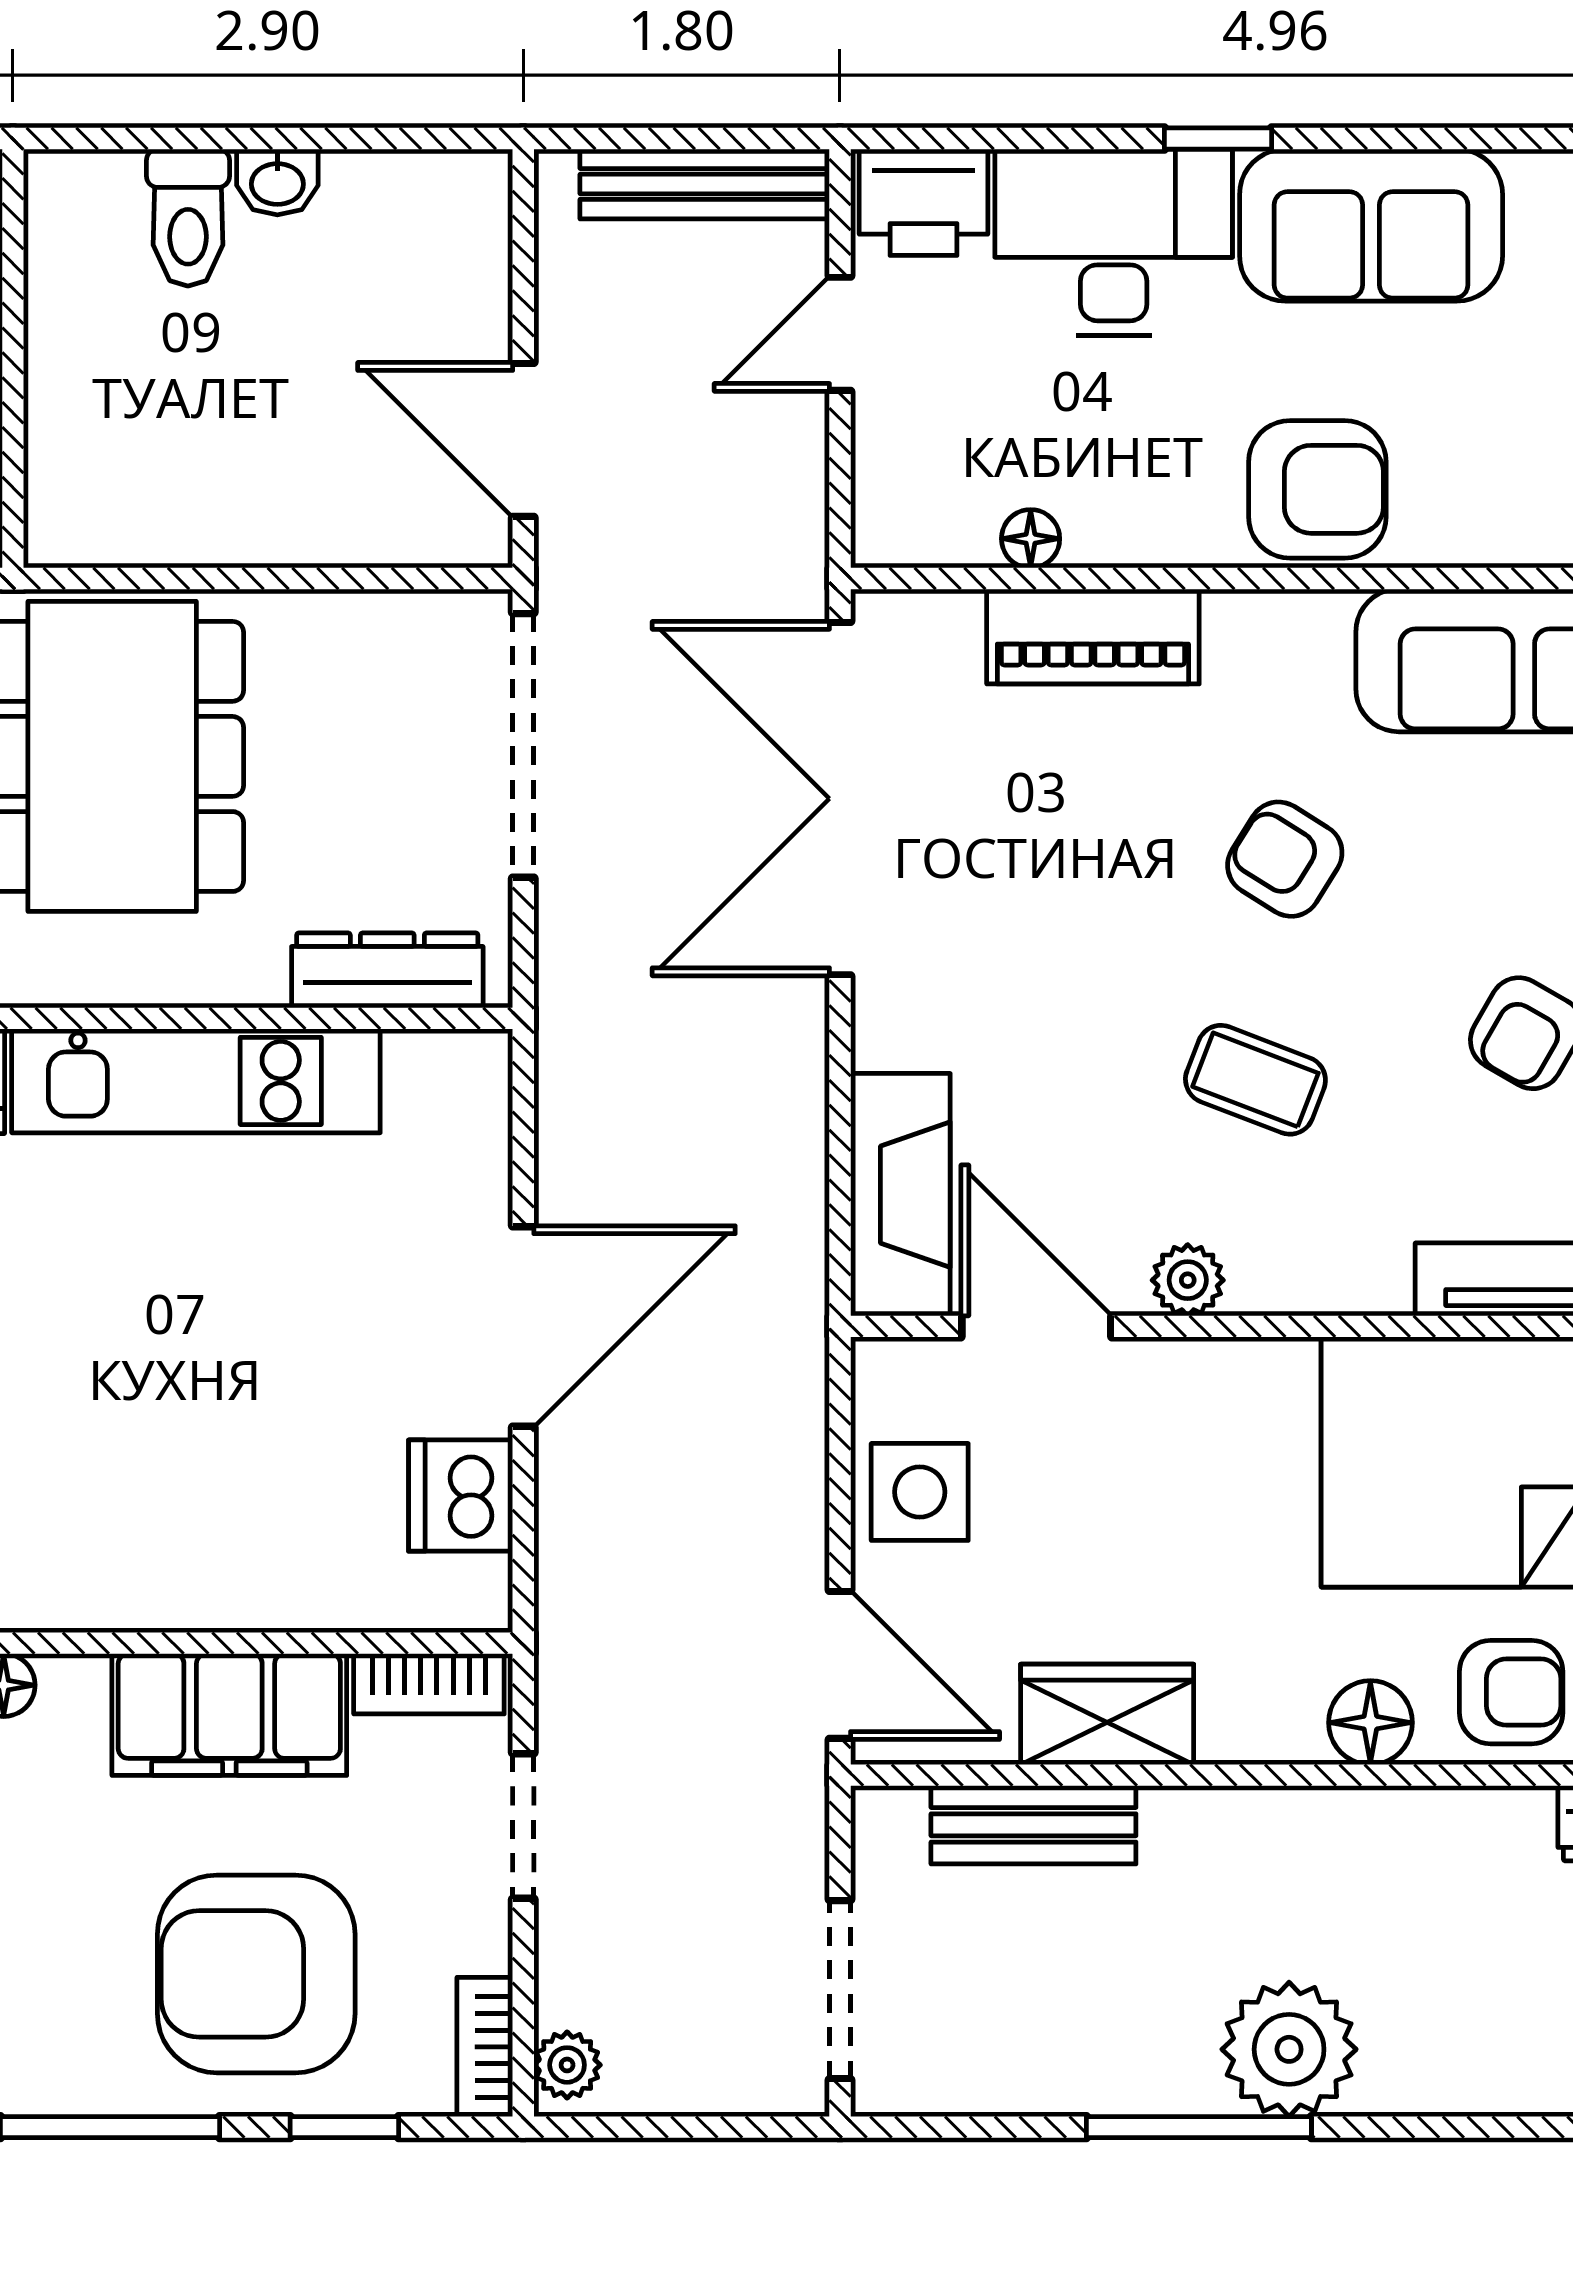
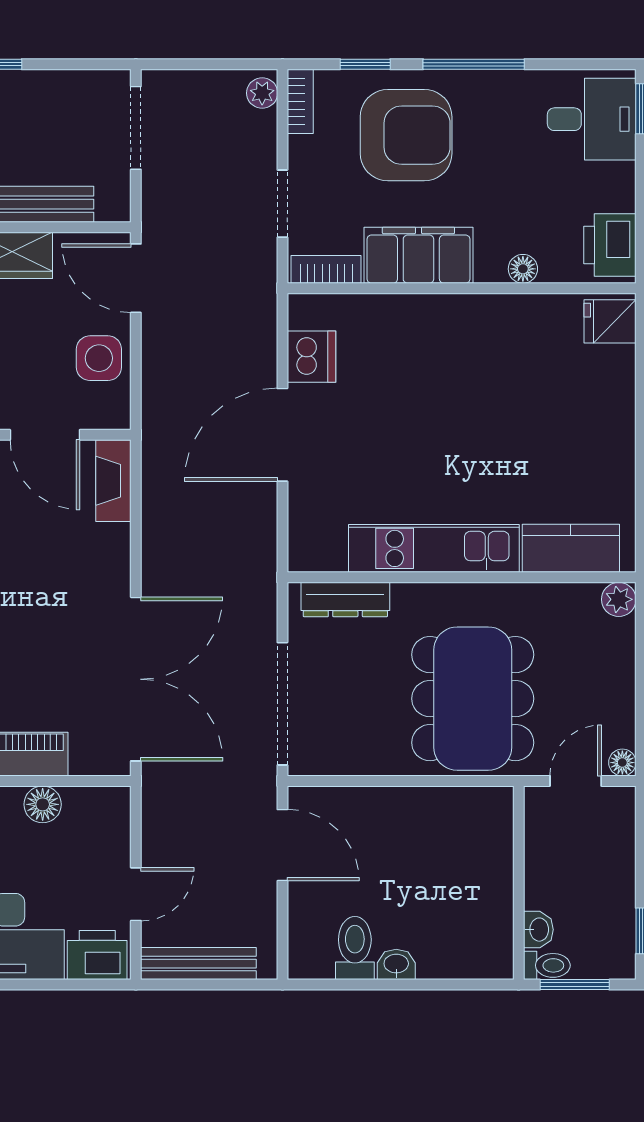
toilet: (188, 218) -> (355, 948), moved
floor lamp: (1031, 539) -> (43, 804), width x1.37, depth x1.37
fireplace: (900, 1195) -> (113, 481), width x0.73, depth x0.76

